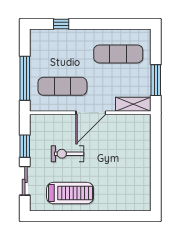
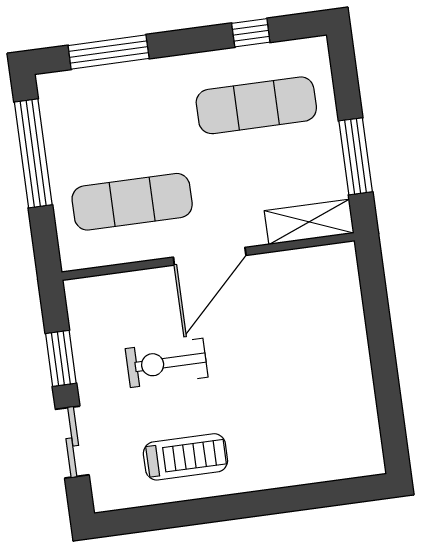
window: (61, 24) -> (109, 52), width x2.17
window: (120, 24) -> (251, 33), added
window: (25, 78) -> (33, 153), moved
treadmill: (70, 193) -> (185, 457), width x0.73, depth x0.73

